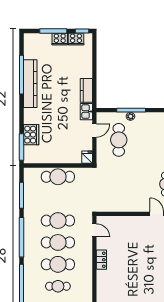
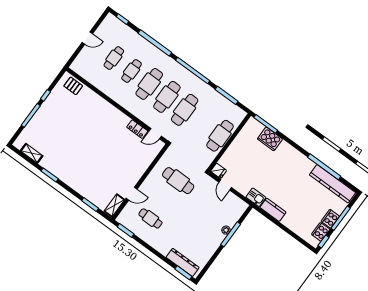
kitchen counter: (30, 84) -> (333, 184), moved
door: (94, 130) -> (225, 185), moved
cafe table: (119, 140) -> (178, 181), moved
locker: (101, 260) -> (137, 129), moved

